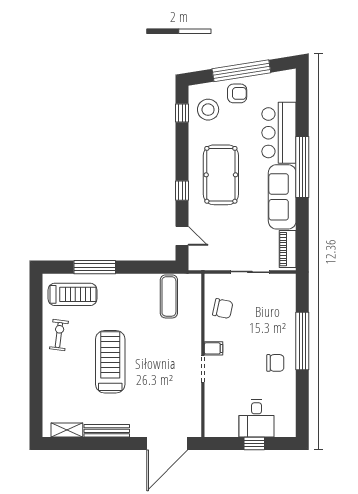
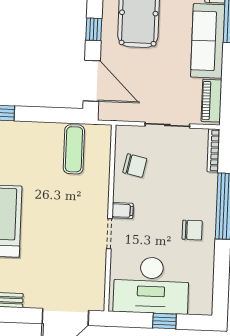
door: (182, 236) -> (92, 81), width x1.88
bookcase: (291, 293) -> (213, 150), added
desk: (257, 418) -> (151, 285), width x1.87, depth x1.30

